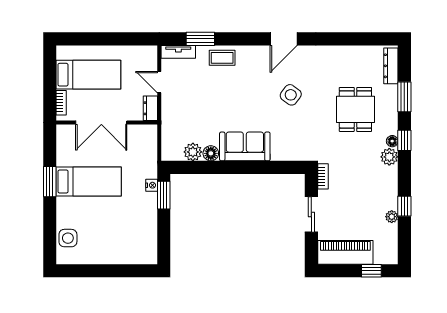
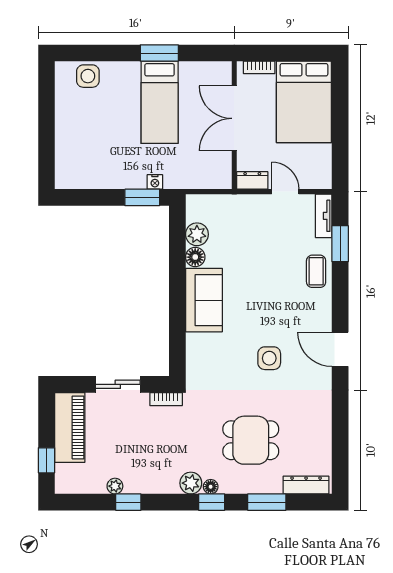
bed: (88, 75) -> (304, 102), width x1.50
door: (159, 82) -> (285, 192), hinge flipped
side table: (291, 95) -> (269, 358), turned -37

